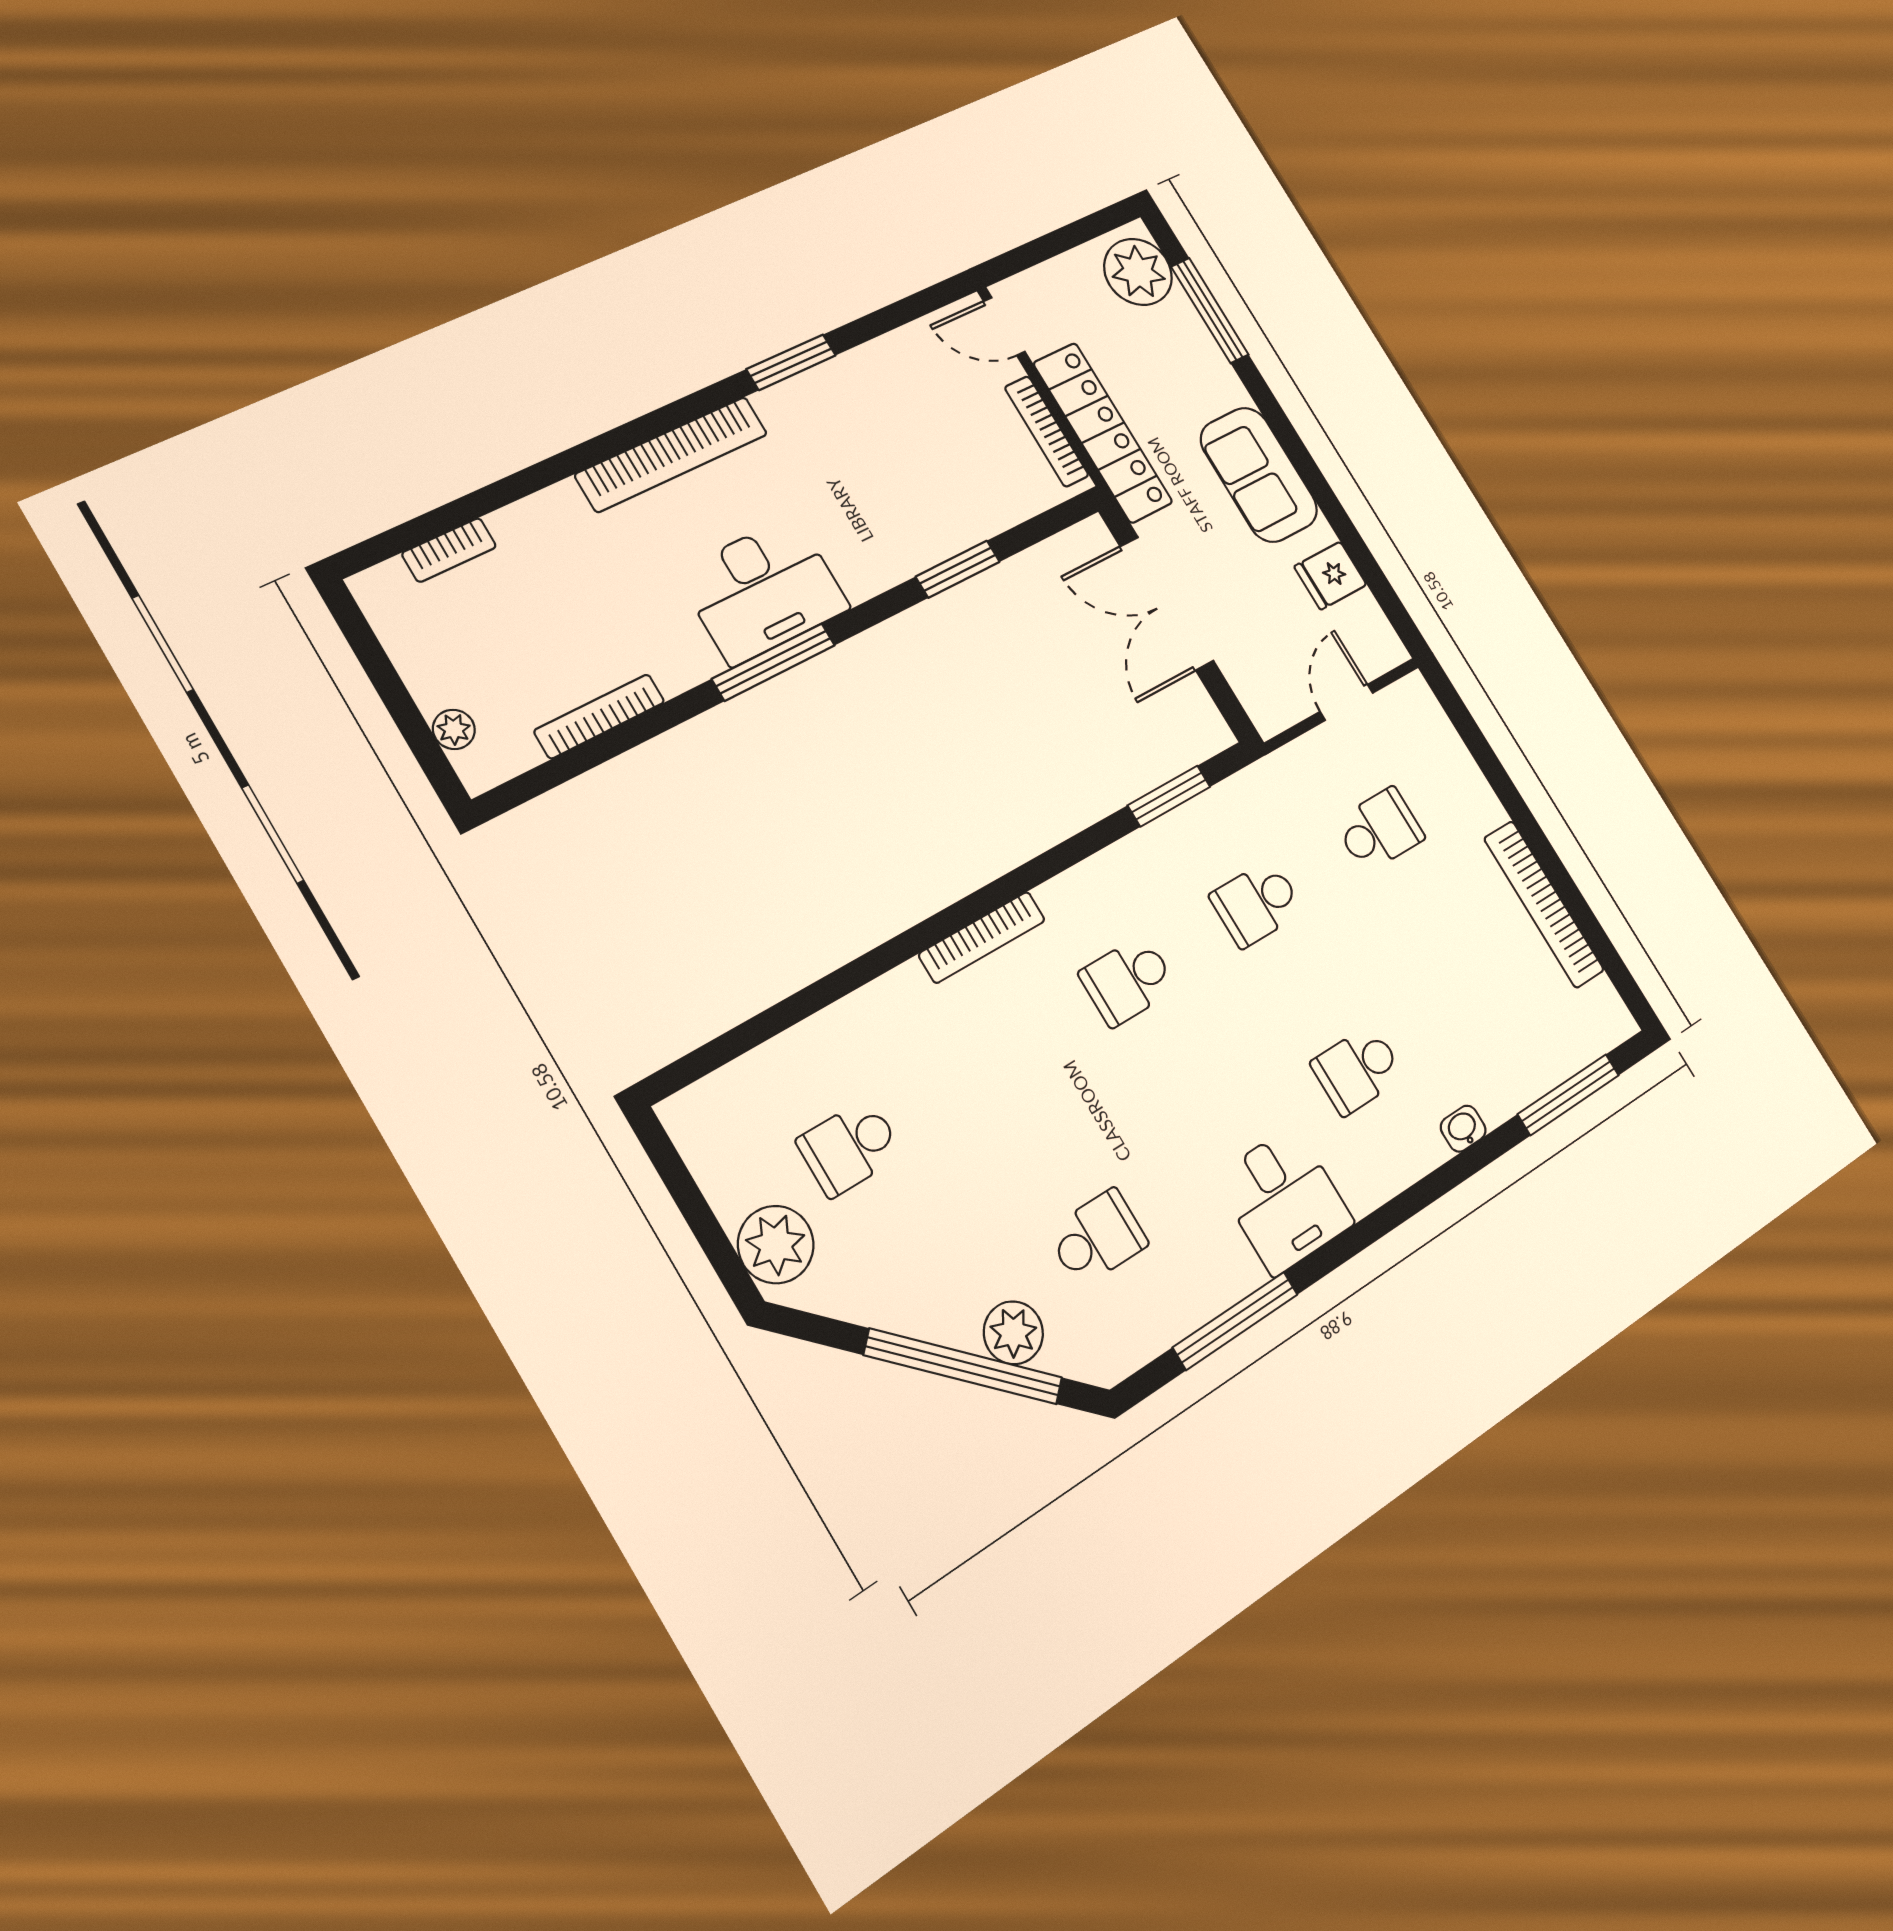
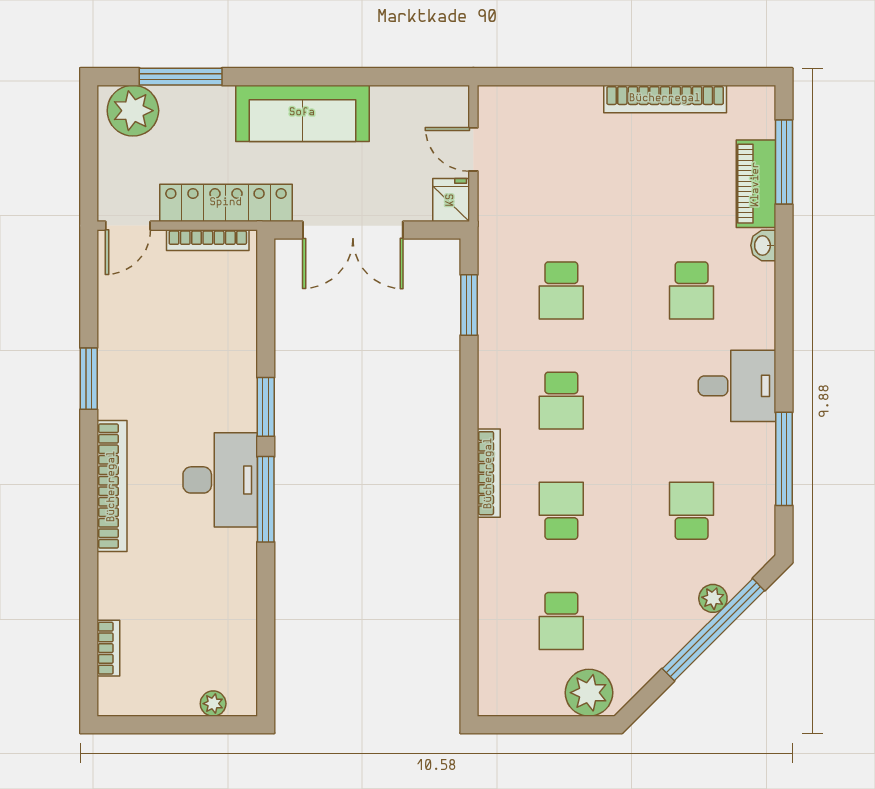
sofa: (1259, 475) -> (302, 113), width x1.36
window: (958, 569) -> (266, 407), moved
fridge: (1330, 576) -> (451, 200), moved, turned 180
bookcase: (599, 716) -> (247, 619), removed
school desk: (1379, 830) -> (561, 511), moved
piano: (1524, 1075) -> (756, 184), added
plant: (1013, 1333) -> (713, 598), width x0.73, depth x0.73

